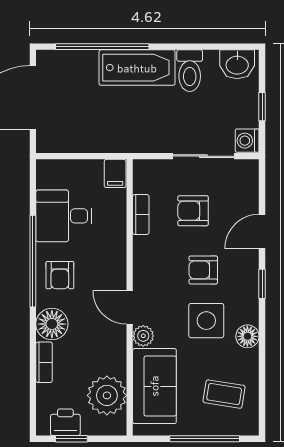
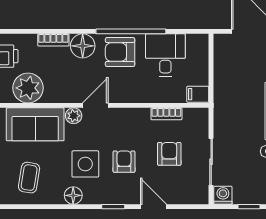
armchair: (60, 275) -> (120, 52), width x1.38, depth x1.38

